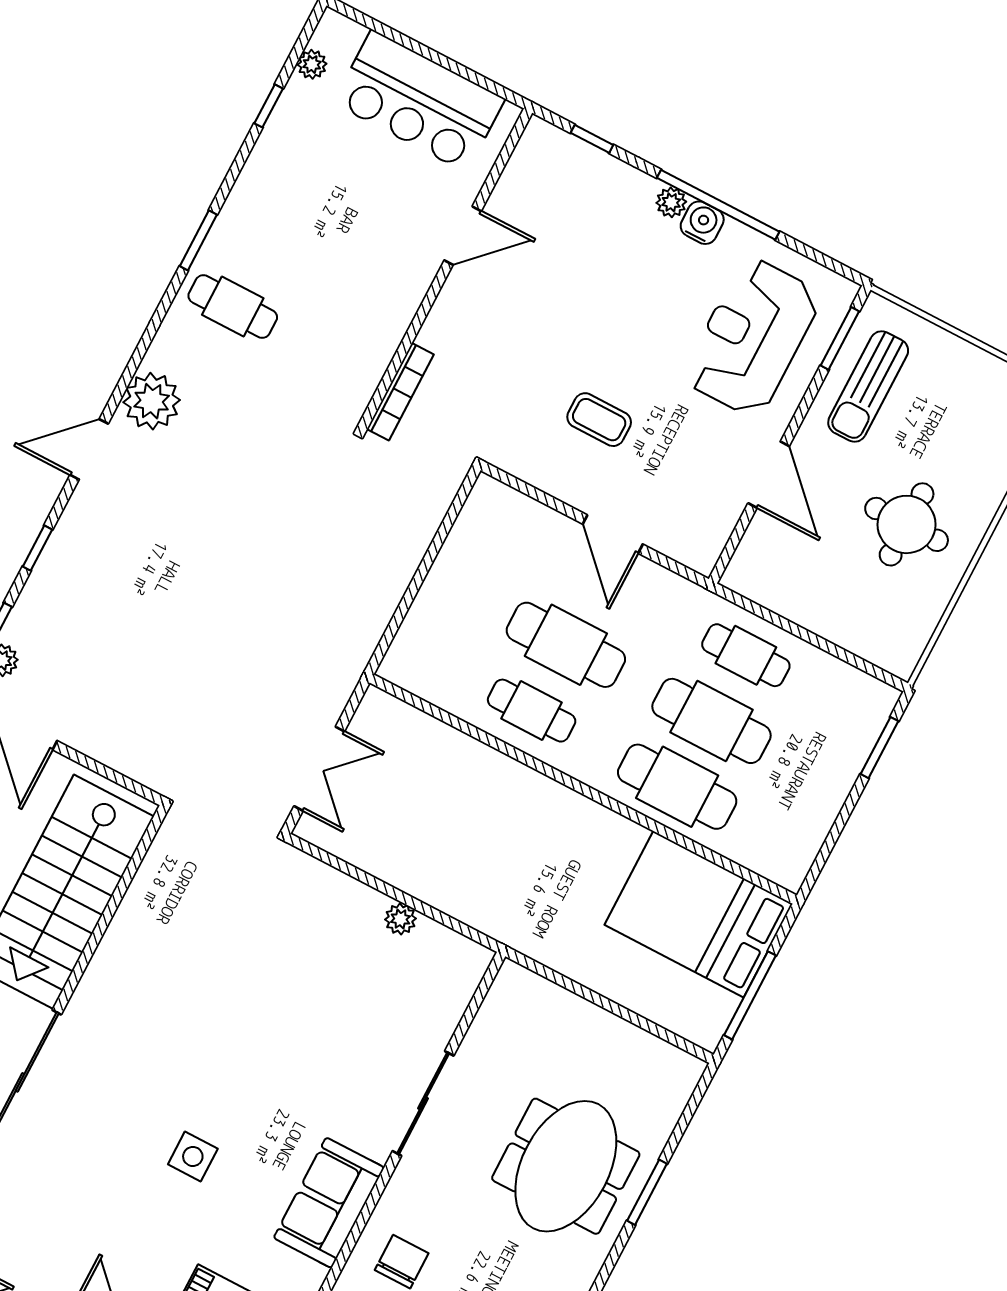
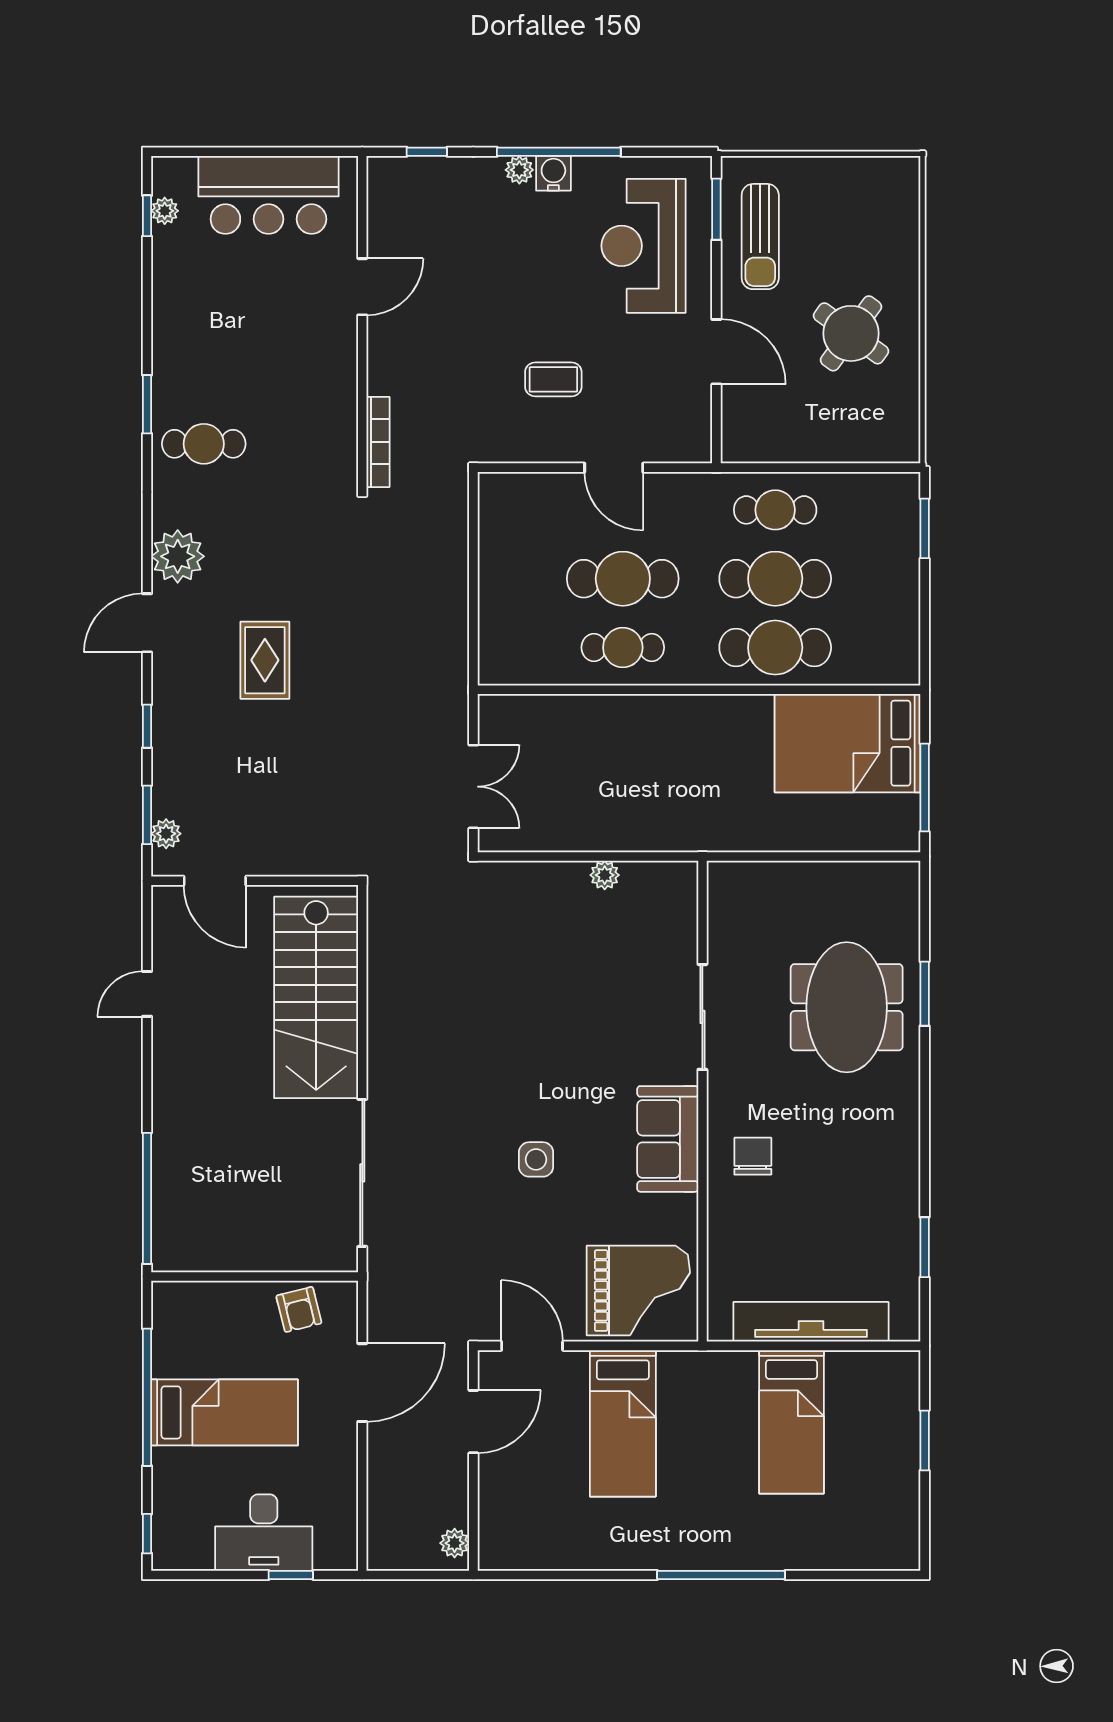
window: (269, 106) -> (147, 216), moved
round table: (907, 524) -> (851, 333), turned 36
rug: (183, 544) -> (265, 660), added

